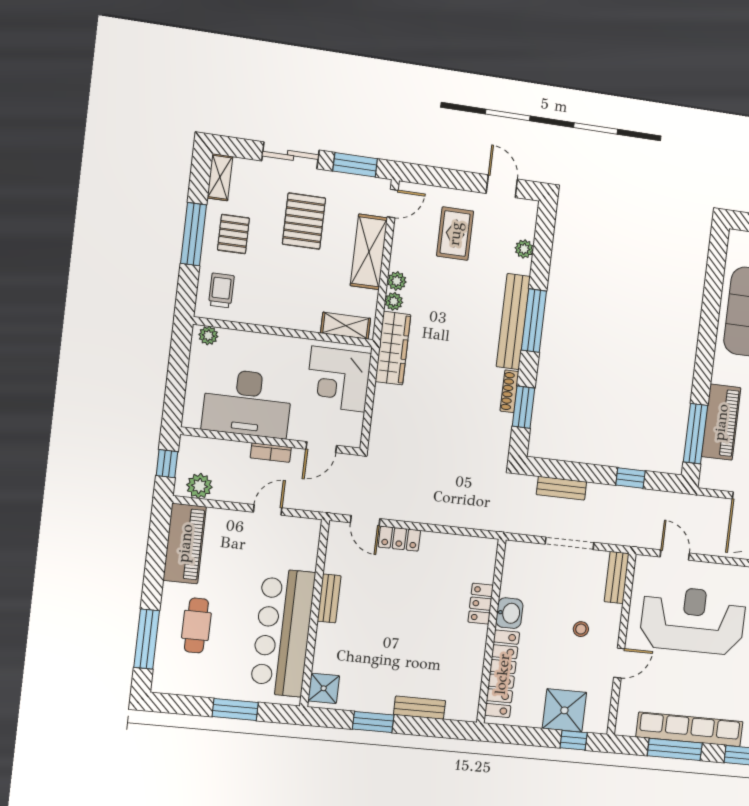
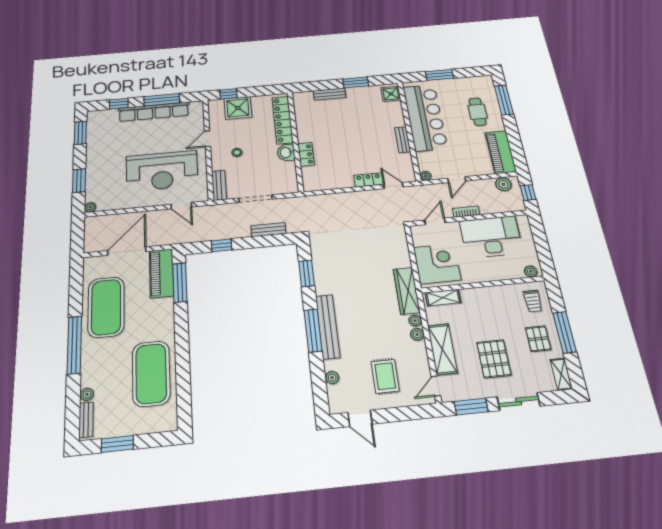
shoe rack: (509, 391) -> (319, 281), removed
piano: (721, 422) -> (162, 273), moved
plant: (313, 527) -> (426, 176), added

